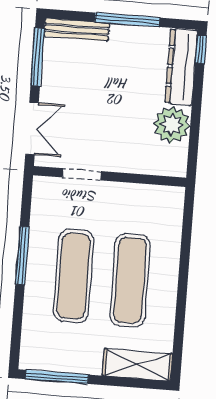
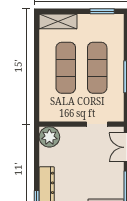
plant: (172, 125) -> (49, 137), moved
window: (57, 377) -> (102, 11), width x0.69

